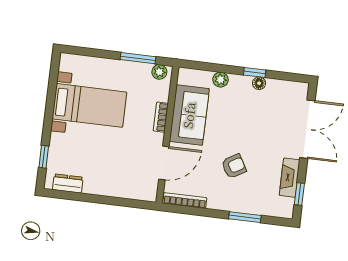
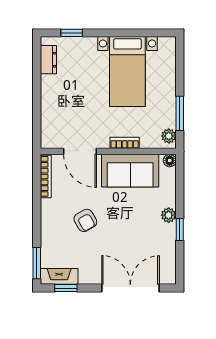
plant: (220, 80) -> (169, 215), moved
floor lamp: (259, 83) -> (170, 161), moved
double door: (307, 129) -> (130, 288), swing flipped
fireplace: (290, 178) -> (59, 276), moved
window: (245, 217) -> (37, 263), moved

